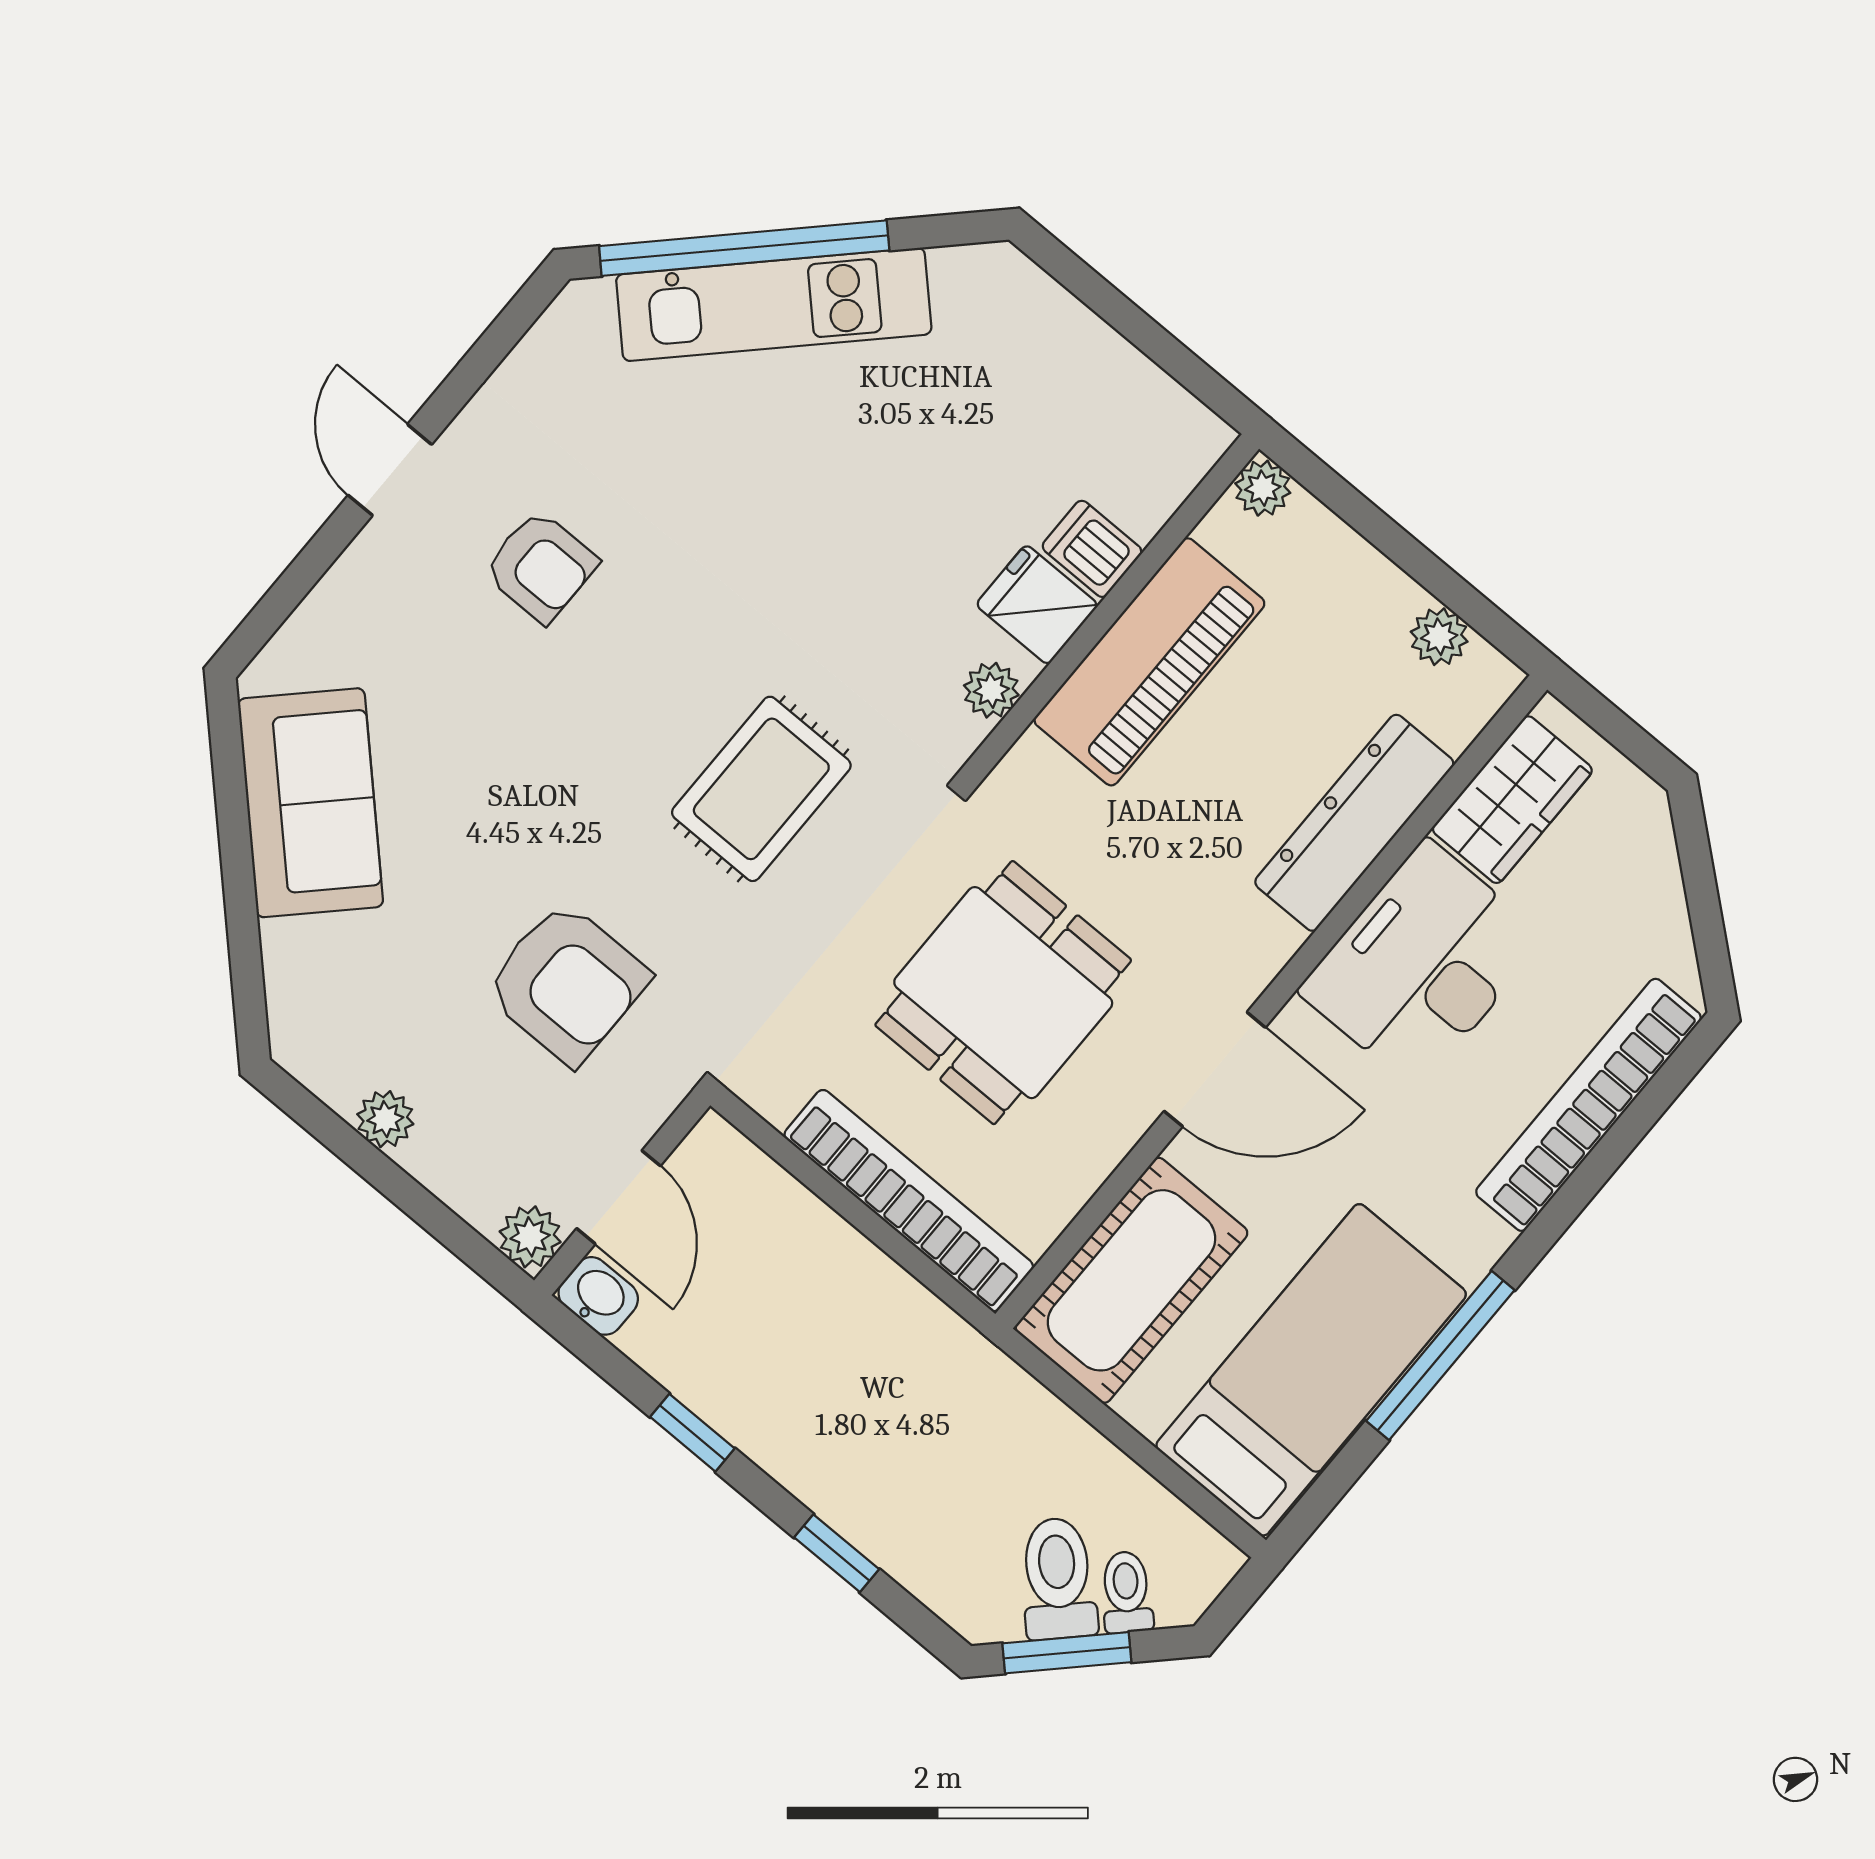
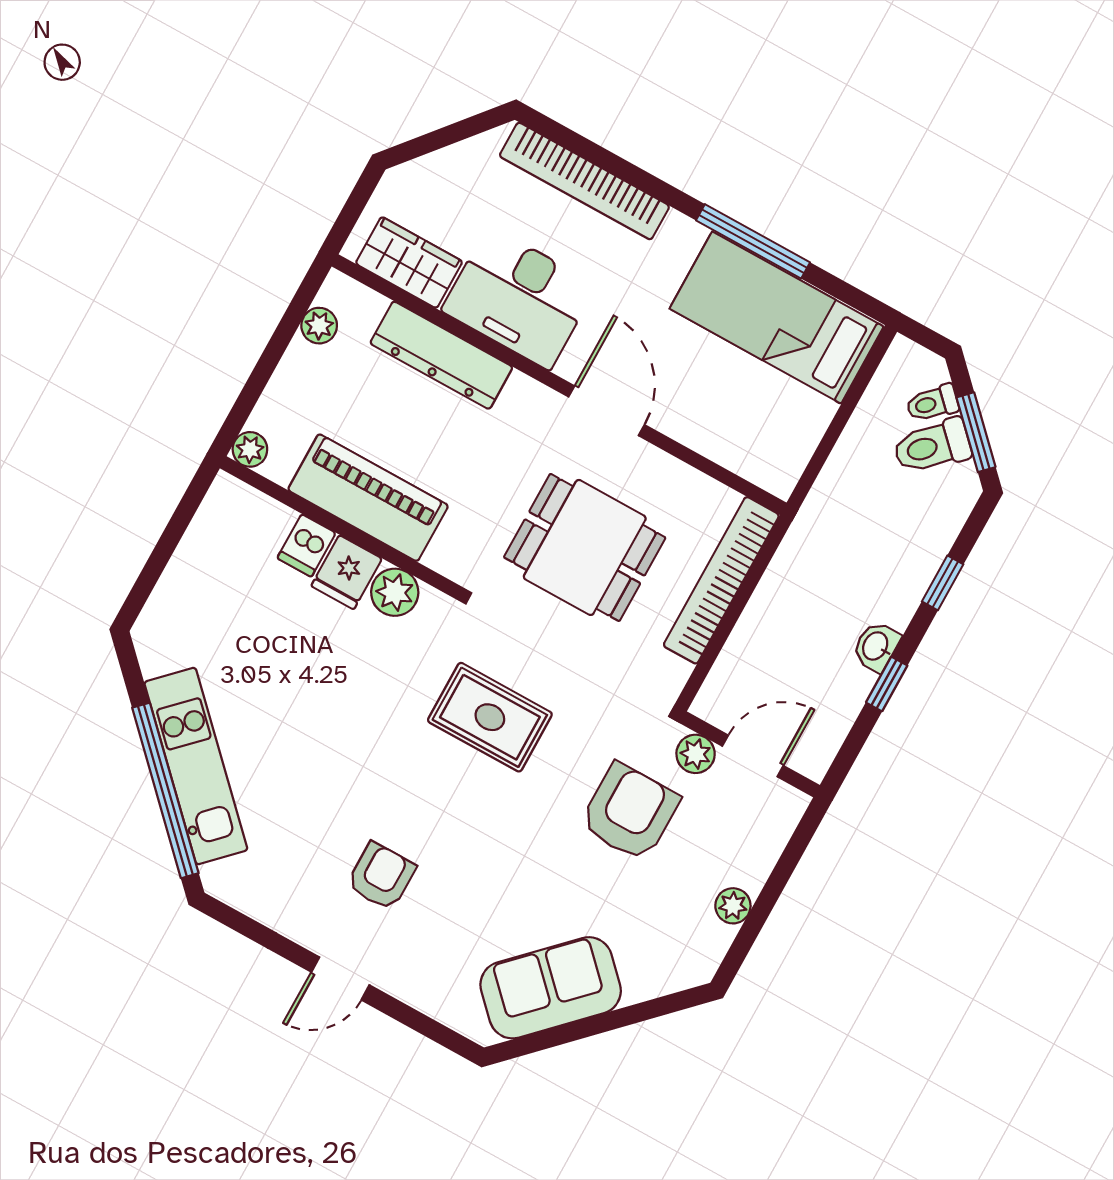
plant: (991, 690) -> (395, 592), width x1.38, depth x1.38
plant: (530, 1237) -> (696, 754), moved
cot: (1132, 1280) -> (744, 437), removed
washbasin: (598, 1296) -> (876, 646), moved

